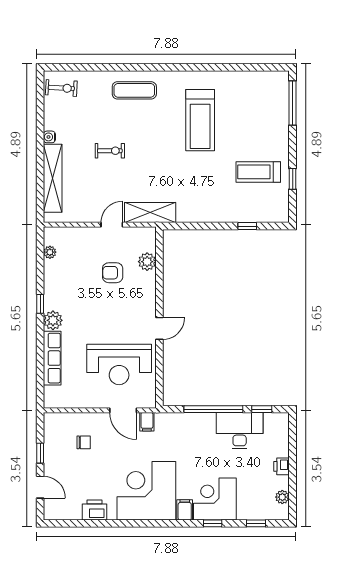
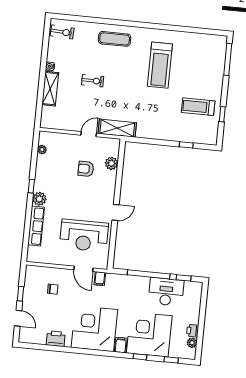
shelving: (53, 178) -> (50, 89), width x0.68
printer: (282, 466) -> (193, 331), moved
corner desk: (215, 499) -> (149, 334), width x1.36, depth x1.36

